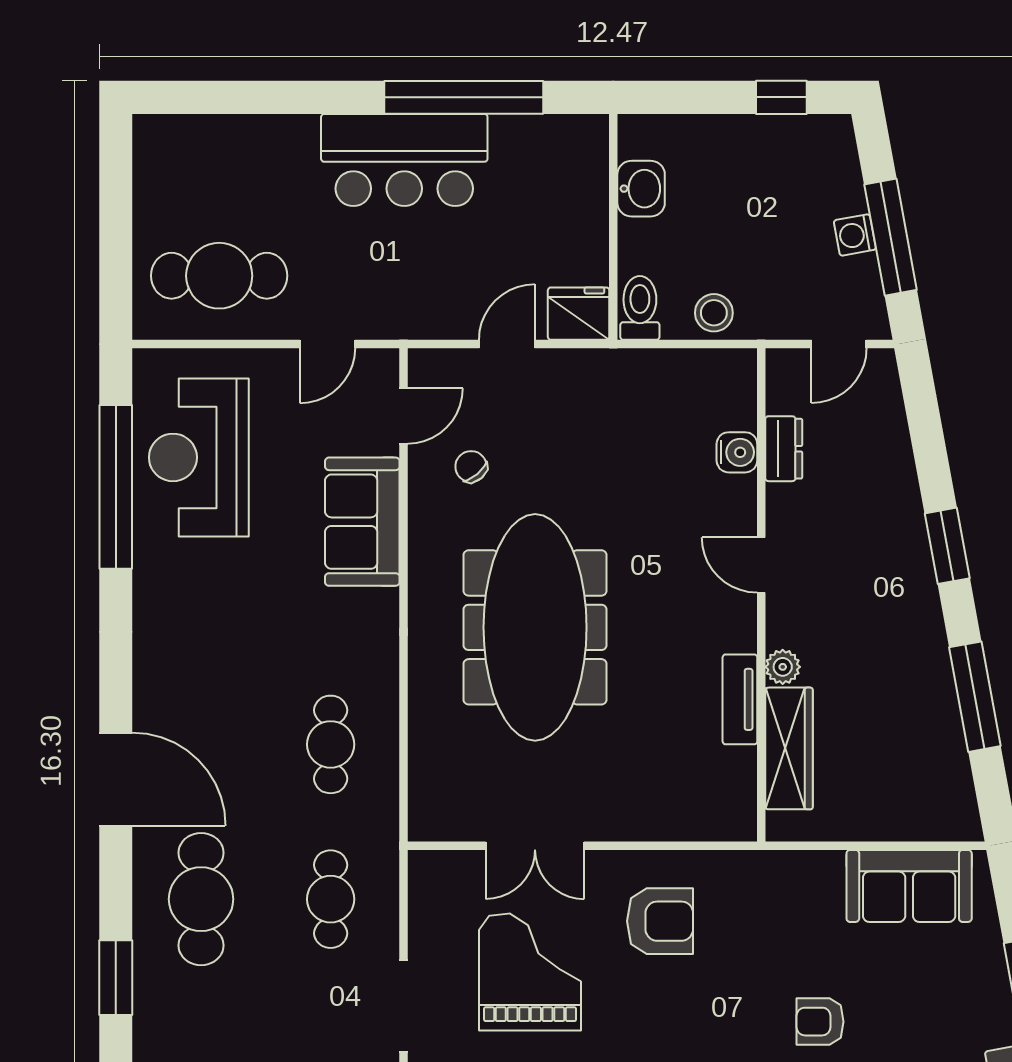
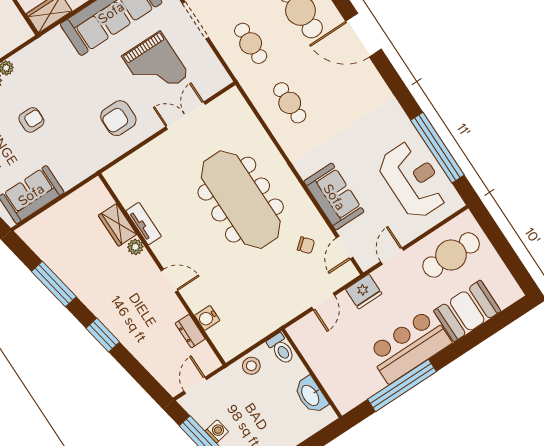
booth: (257, 155) -> (467, 311), added
washbasin: (641, 189) -> (311, 395), width x1.38
fridge: (579, 314) -> (364, 291), moved
wardrobe: (789, 748) -> (118, 225), width x0.67

